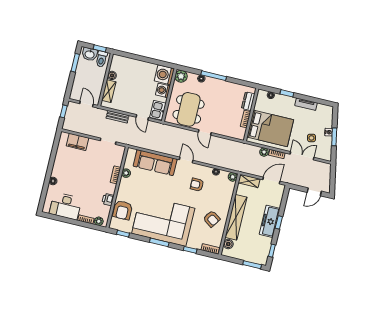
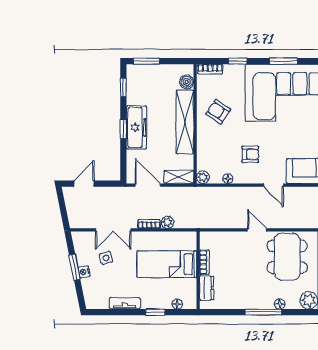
bed: (270, 128) -> (167, 264), width x0.67
door: (271, 180) -> (148, 185), swing flipped

